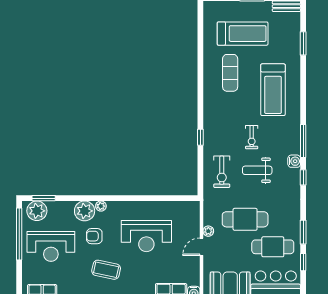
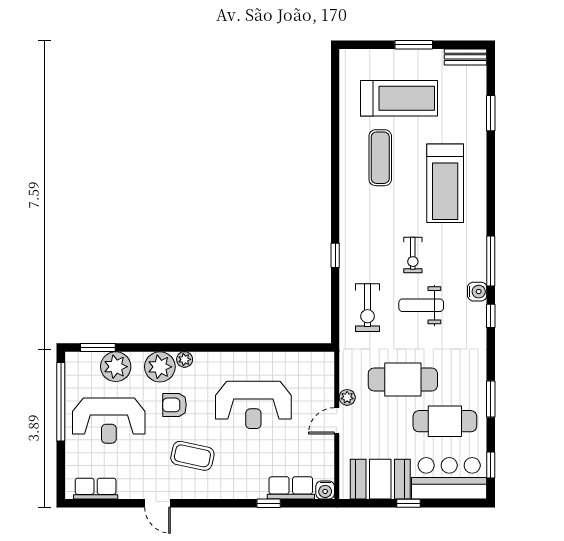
plant: (37, 211) -> (116, 367), moved
window: (303, 262) -> (491, 465), moved

